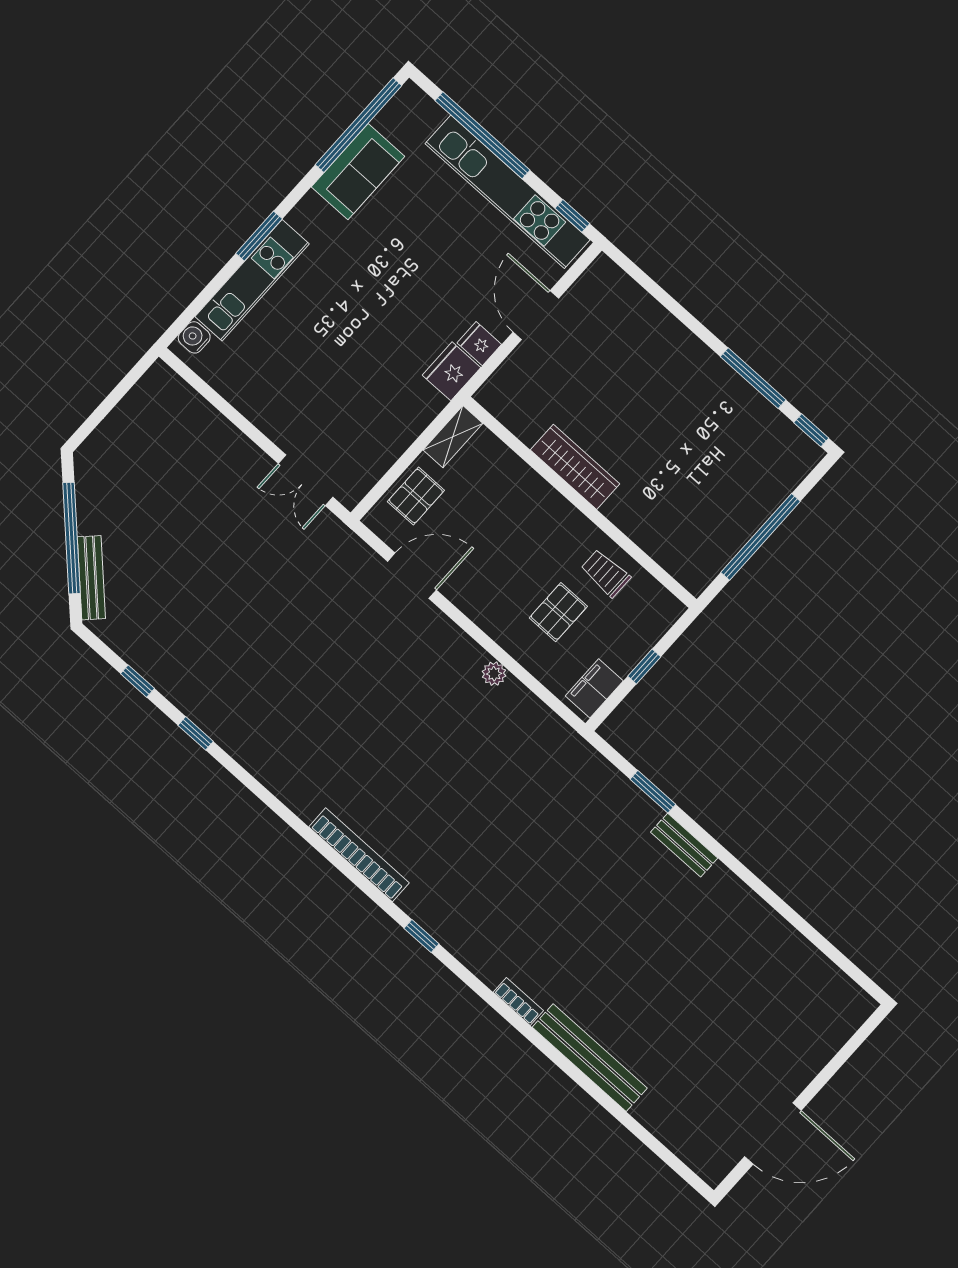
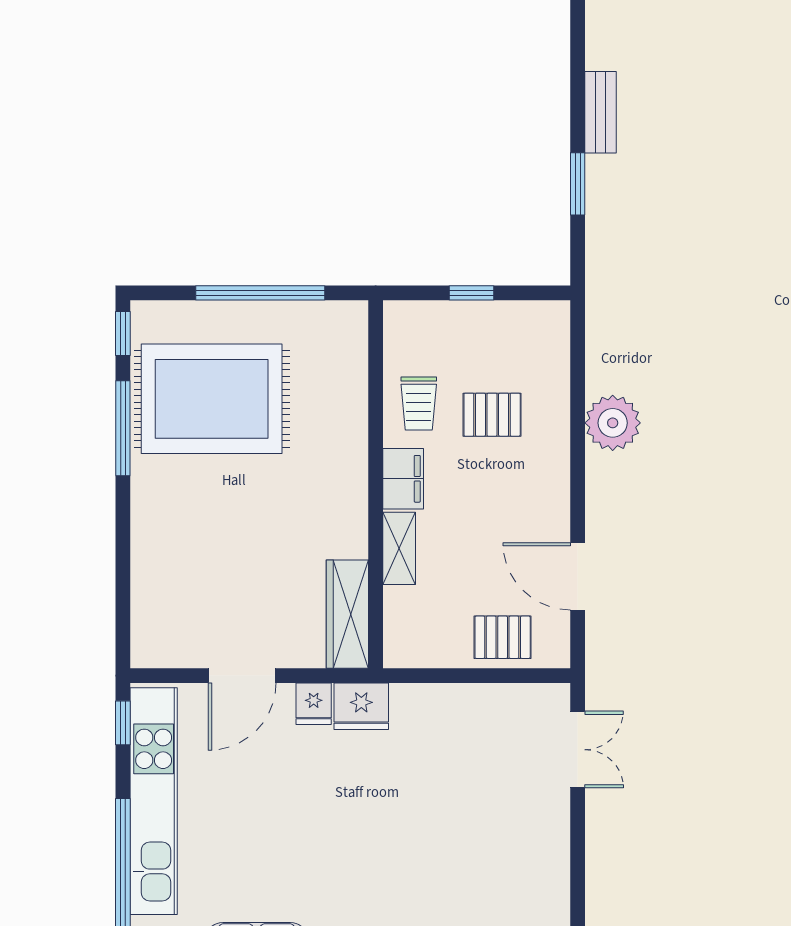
shelving: (453, 437) -> (399, 548), moved, turned 90
rug: (722, 449) -> (212, 399), added
wardrobe: (575, 467) -> (347, 614), moved
plant: (494, 674) -> (613, 423), width x1.88, depth x1.88
filing cabinet: (594, 688) -> (403, 479), moved, turned -90

